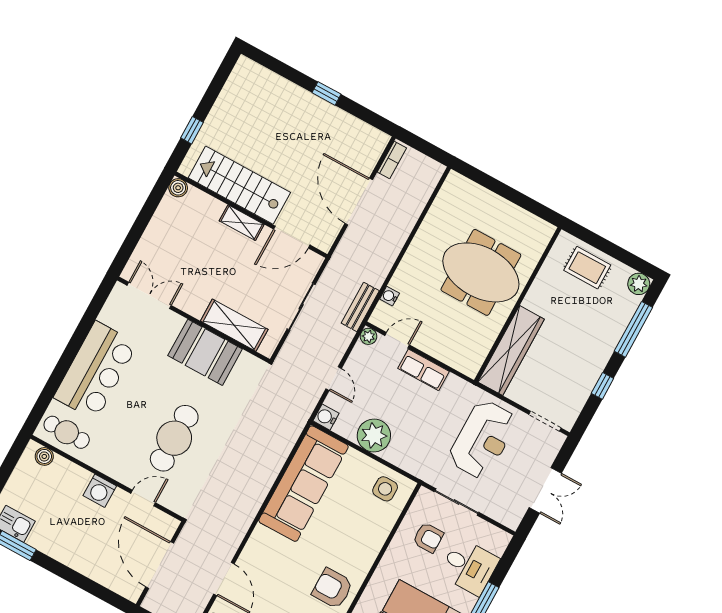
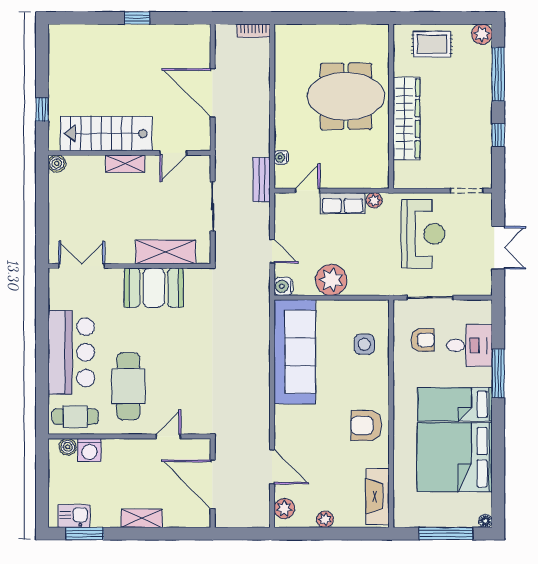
bookcase: (392, 160) -> (253, 31), moved, turned 90
door: (292, 237) -> (173, 153), width x0.73
plant: (368, 336) -> (374, 200), moved
wardrobe: (511, 351) -> (406, 119), moved
cafe table: (174, 438) -> (128, 386), moved
side table: (385, 489) -> (364, 344), moved
washing machine: (100, 491) -> (89, 450), moved
shelving: (76, 560) -> (142, 518), added

